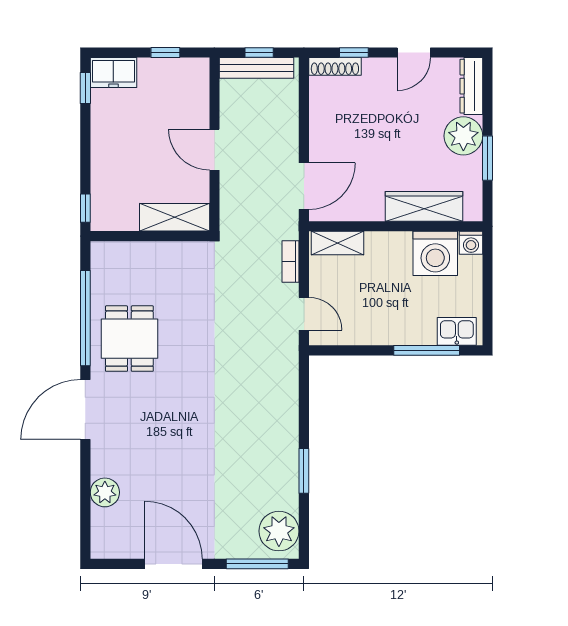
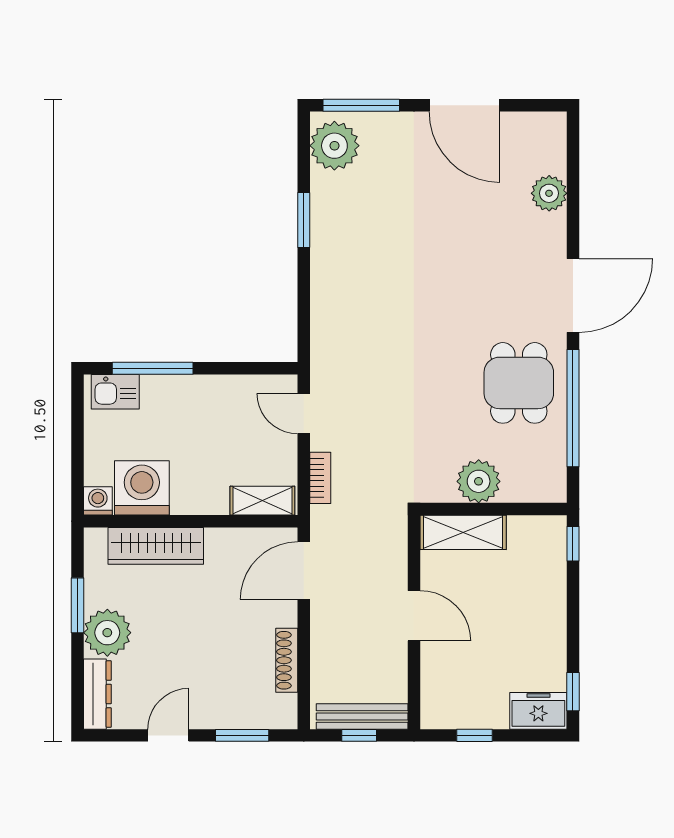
window: (354, 53) -> (242, 735), width x1.50
shoe rack: (335, 66) -> (287, 660), moved, turned -90
plant: (162, 259) -> (479, 481), added

